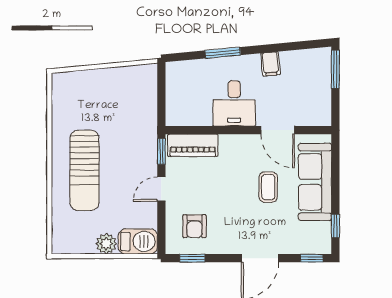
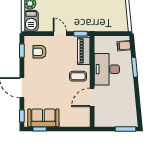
filing cabinet: (271, 64) -> (124, 46), moved
desk: (234, 103) -> (107, 69), width x1.37
sofa: (315, 182) -> (43, 118), moved, width x0.73
coffee table: (268, 187) -> (78, 76), moved

